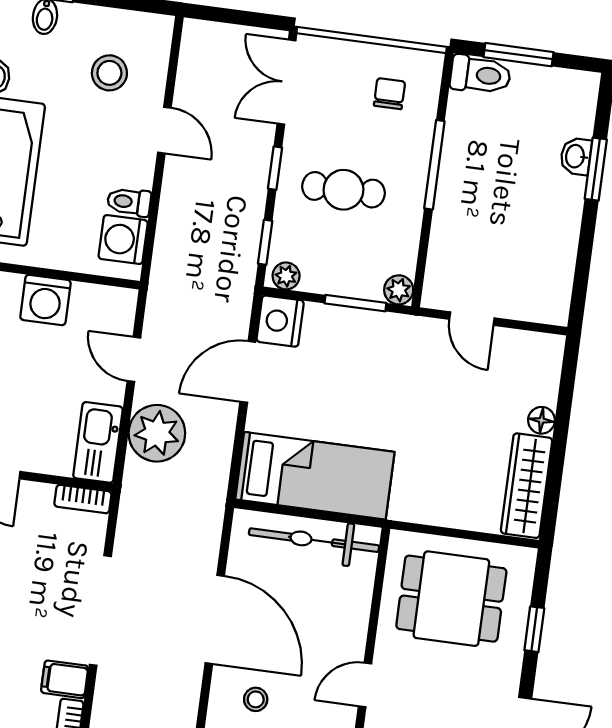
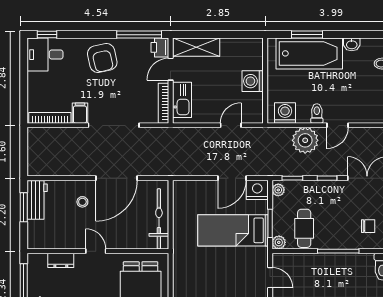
stool: (109, 73) -> (361, 97), removed
cafe table: (343, 190) -> (304, 228), moved
toilet: (129, 202) -> (317, 113), moved
door: (472, 319) -> (270, 278), swing flipped
door: (248, 372) -> (232, 178), swing flipped
plant: (157, 433) -> (305, 140), moved
kitchen sink: (98, 442) -> (182, 100), moved, turned 90
bed: (315, 476) -> (233, 230), moved, turned 90
bookcase: (83, 499) -> (164, 103), width x1.56

